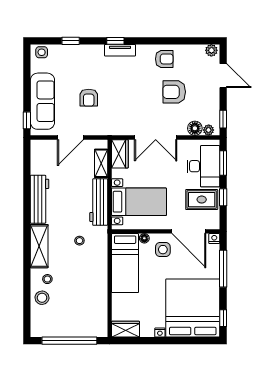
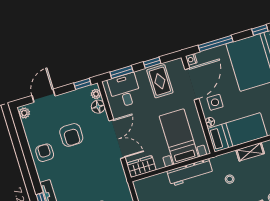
shelving: (101, 163) -> (250, 152), moved
desk: (203, 166) -> (125, 90), width x0.73

